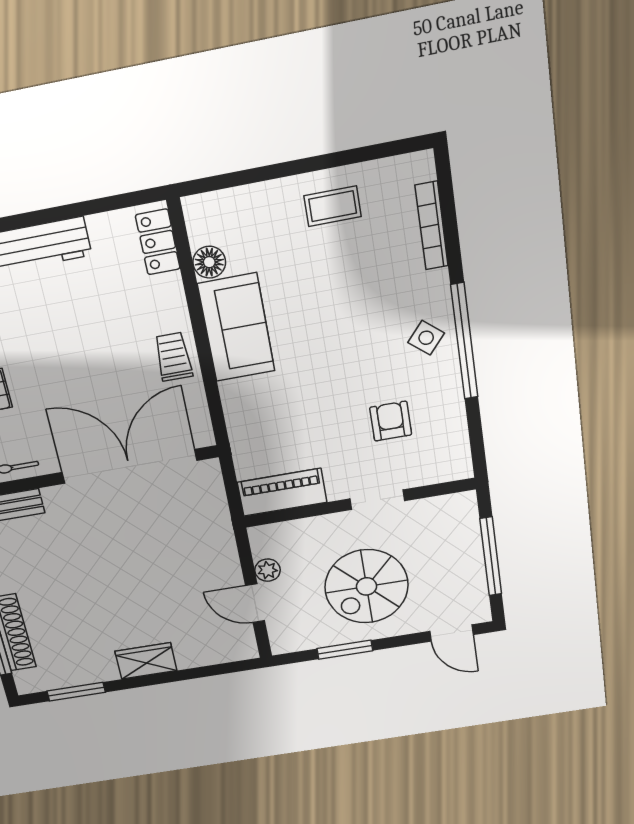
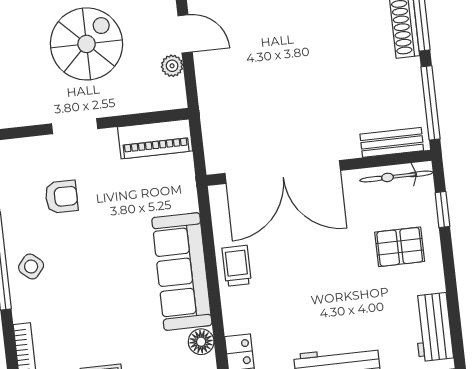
sofa: (236, 328) -> (182, 272), width x1.36
trolley: (173, 357) -> (237, 266), turned 180
armchair: (391, 421) -> (61, 197), turned -90

